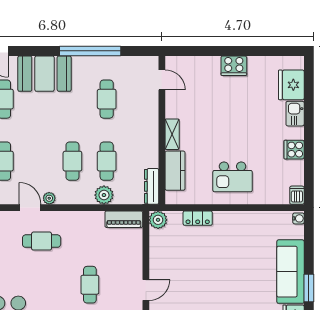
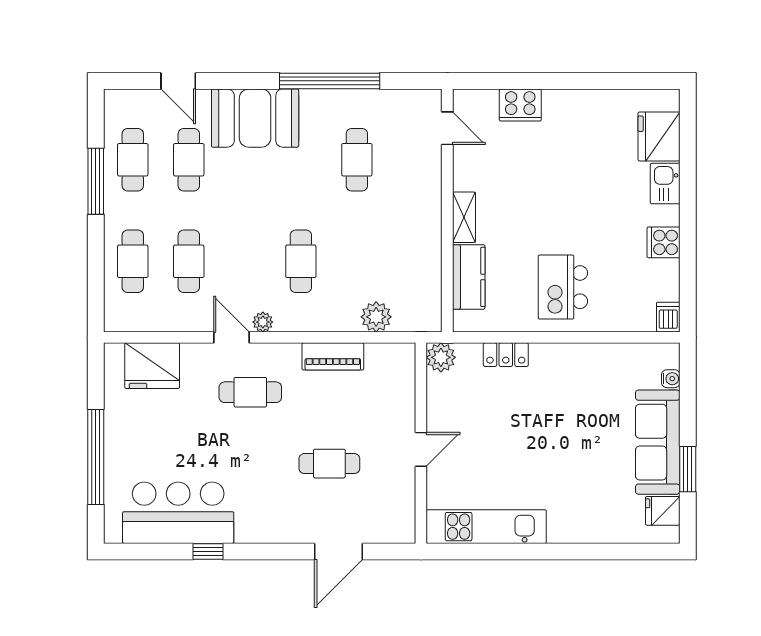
cooker: (234, 66) -> (520, 105), moved
cafe table: (107, 161) -> (357, 261), removed
kitchen island: (233, 177) -> (563, 287), turned 90
dresser: (152, 186) -> (430, 303), removed
plant: (104, 195) -> (376, 317), moved
water cooler: (298, 218) -> (671, 379), moved
piano: (124, 219) -> (333, 356), moved
cafe table: (90, 285) -> (329, 464), turned 90
door: (146, 290) -> (421, 449), moved

